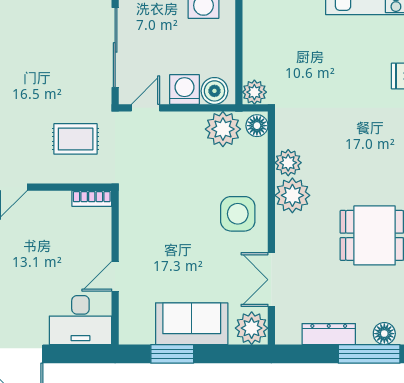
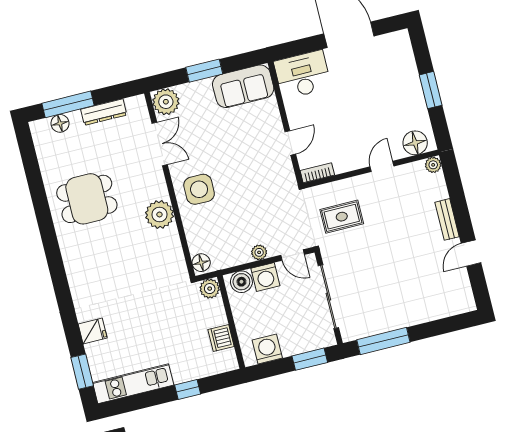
dishwasher: (255, 30) -> (221, 338), added
door: (146, 108) -> (293, 255), hinge flipped
plant: (223, 129) -> (259, 252), moved, width x0.53, depth x0.53
plant: (288, 163) -> (169, 239), removed
door: (115, 276) -> (290, 143), moved
sofa: (192, 324) -> (243, 86), moved
window: (172, 354) -> (204, 71), moved

